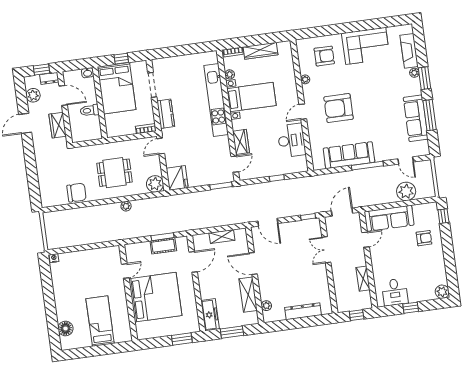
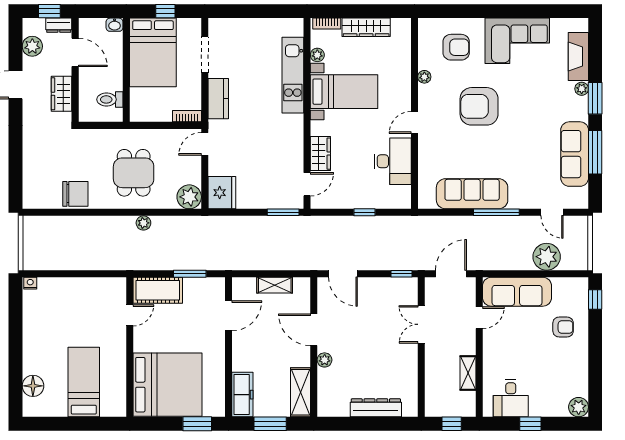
kitchen unit: (216, 100) -> (293, 75), width x0.73
armchair: (339, 108) -> (479, 106), moved
toilet: (89, 110) -> (110, 99), moved
dining table: (115, 173) -> (134, 173), turned 90
cot: (163, 246) -> (158, 290), moved, width x1.37, depth x1.34
shelving: (248, 295) -> (301, 392), moved
bed: (155, 297) -> (168, 385), moved
plant: (266, 306) -> (325, 360), moved

